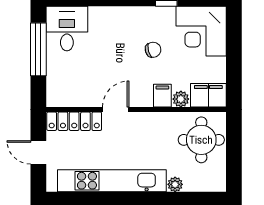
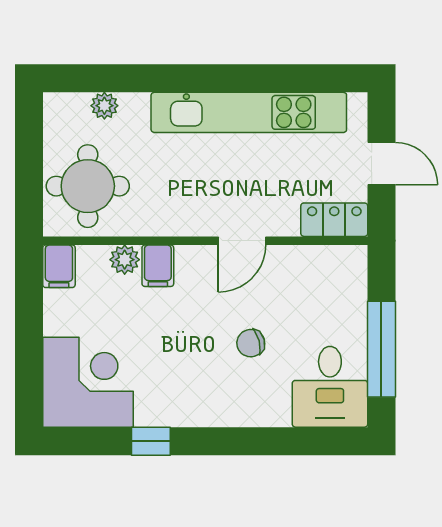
chair: (153, 50) -> (251, 343), moved
filing cabinet: (208, 95) -> (59, 266), width x0.50
locker: (74, 121) -> (334, 220), width x0.66
plant: (175, 184) -> (104, 106), moved

